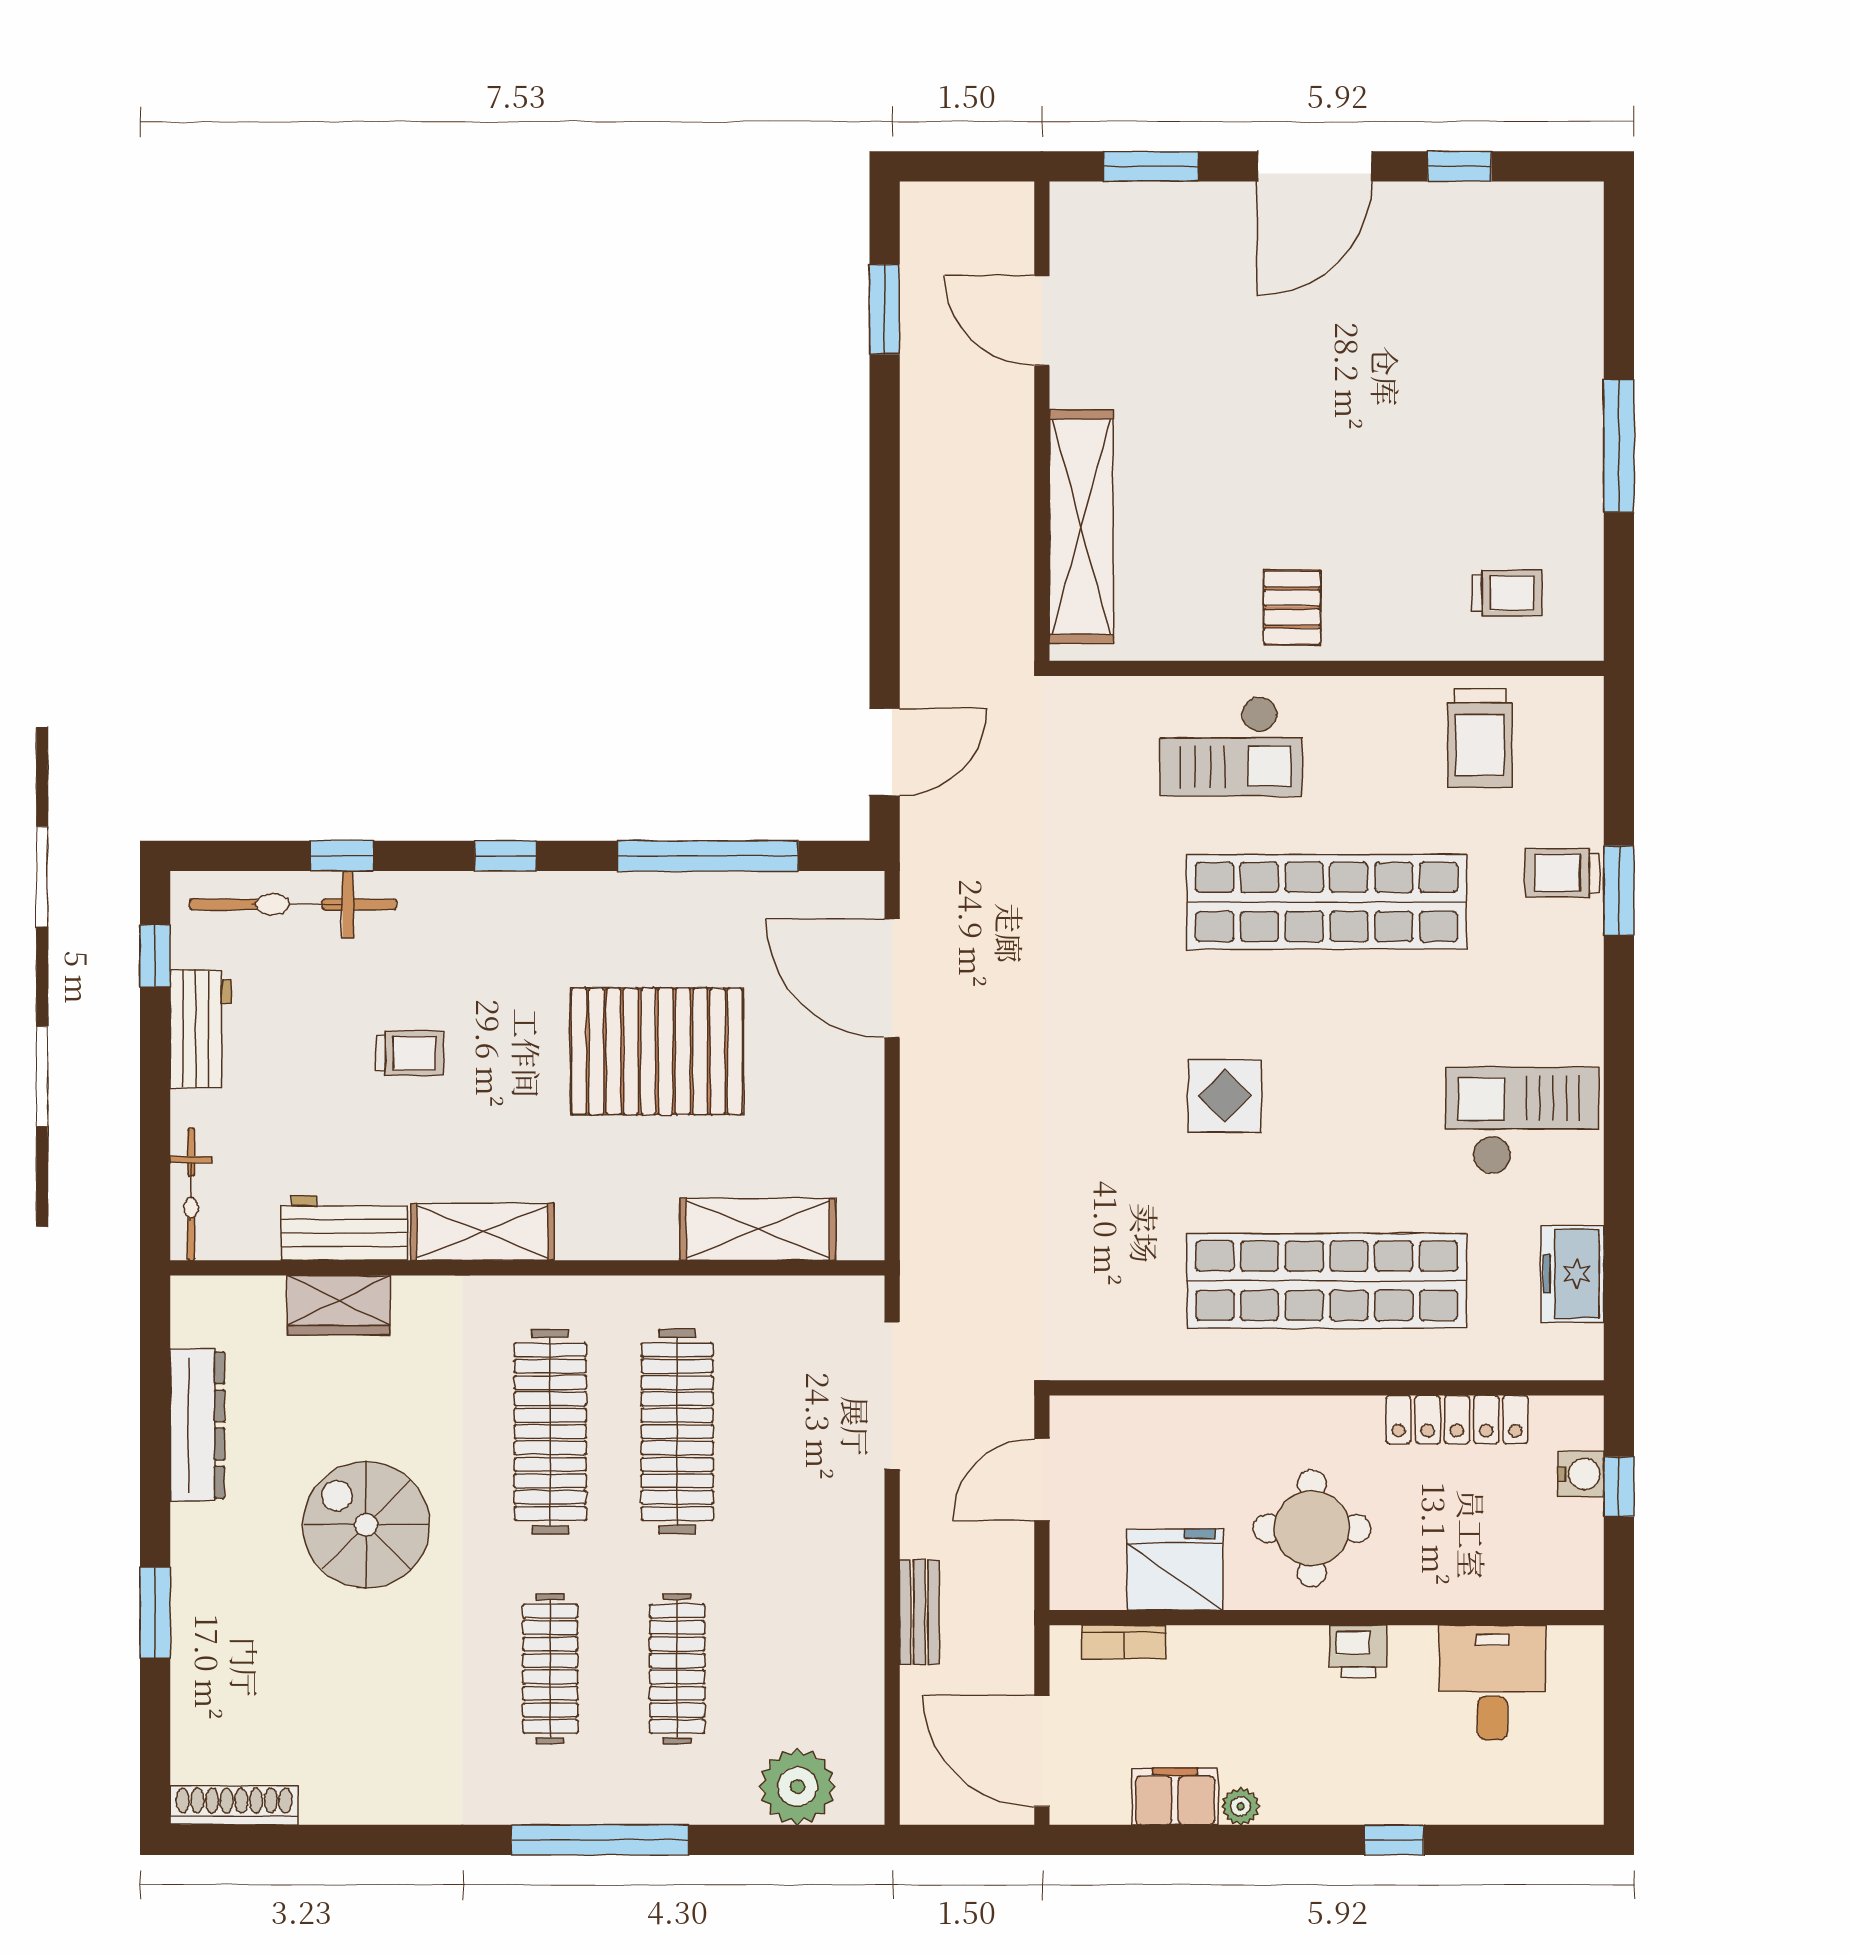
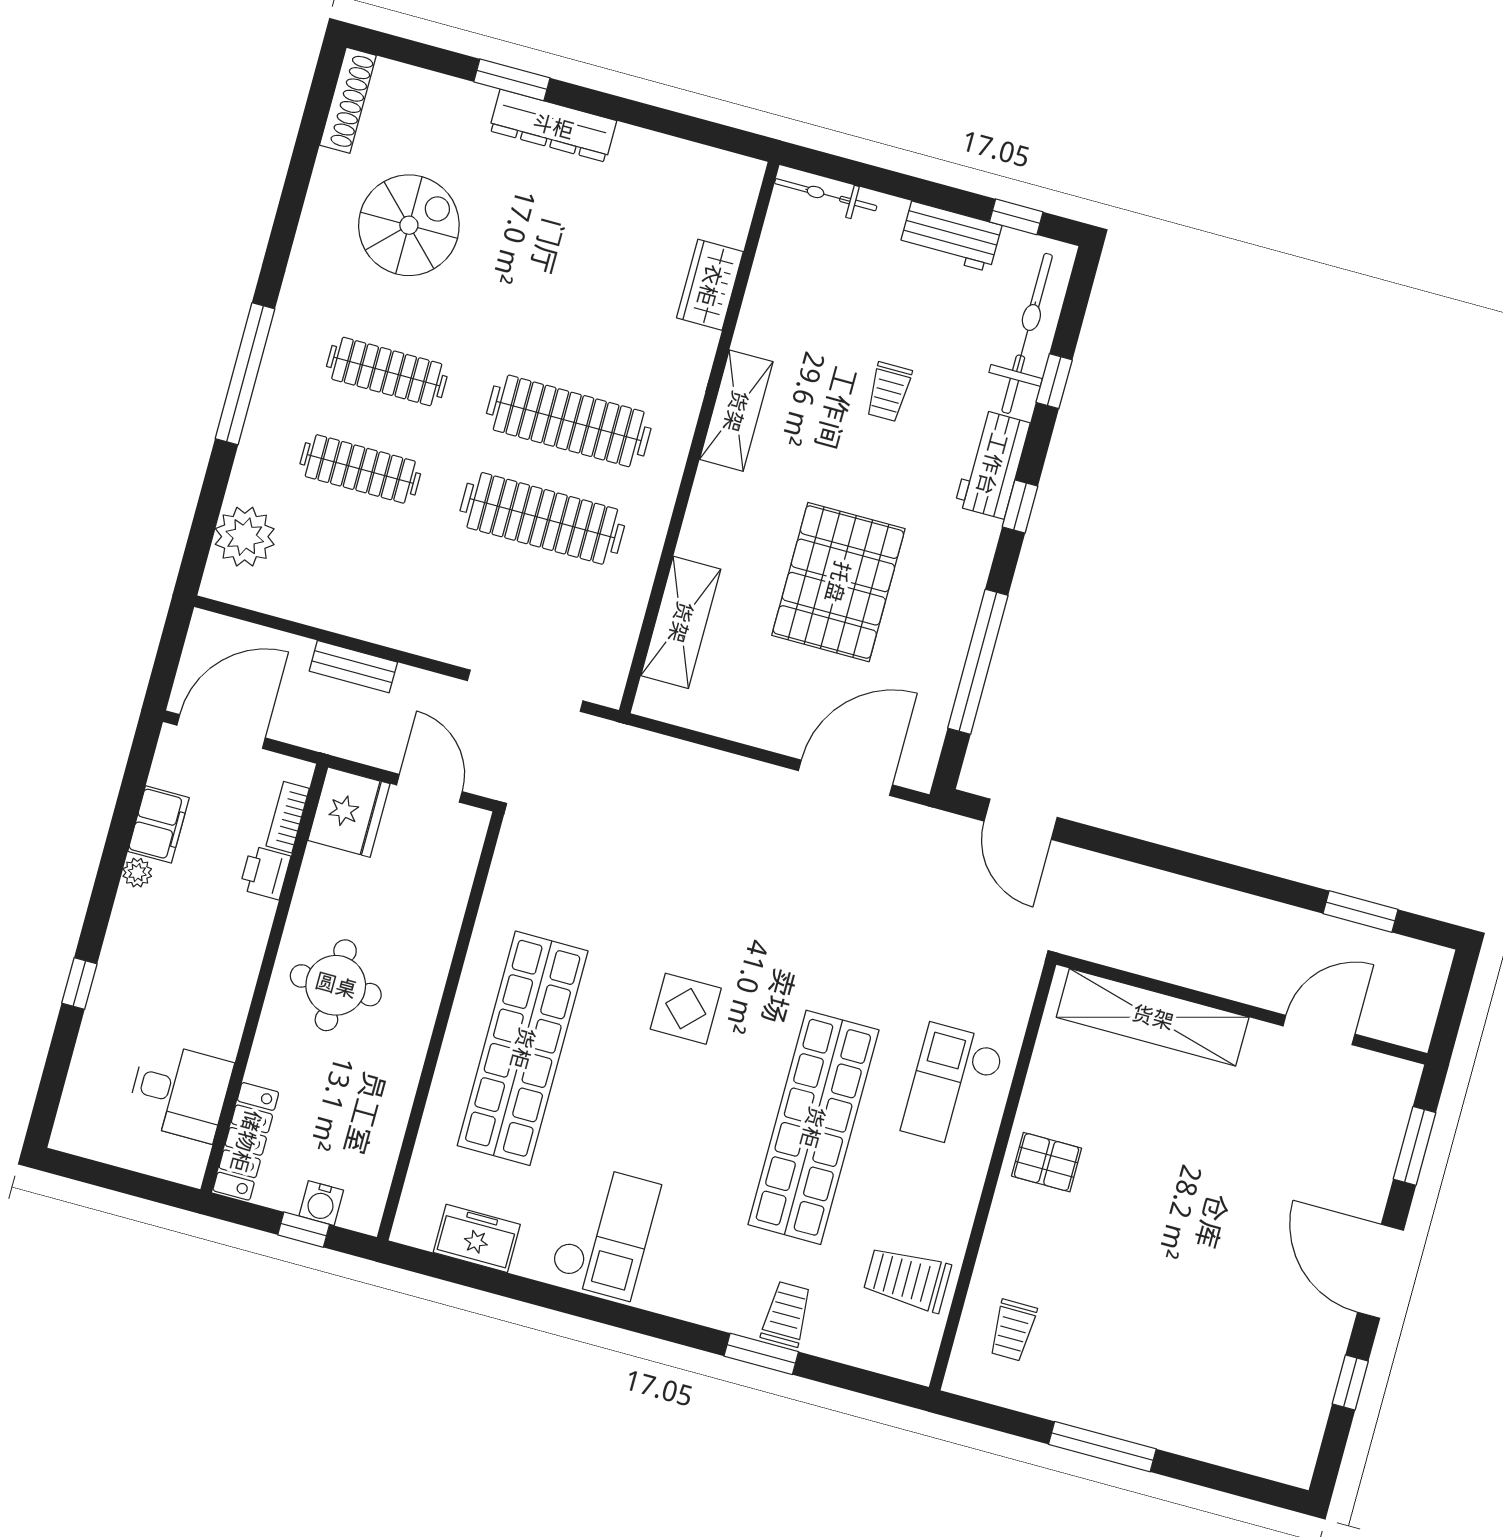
workbench: (344, 1228) -> (992, 464), moved, turned 180
locker: (1457, 1420) -> (246, 1141), moved, turned 180
dresser: (197, 1425) -> (553, 126), moved
spiral stairs: (366, 1525) -> (409, 225), moved
fridge: (1175, 1569) -> (349, 812), moved
printer: (1358, 1651) -> (265, 873), moved

